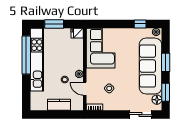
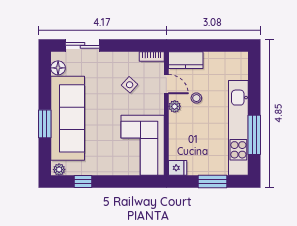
window: (26, 55) -> (254, 135), width x0.68
window: (166, 92) -> (45, 79), removed
kitchen counter: (59, 105) -> (186, 60), moved

